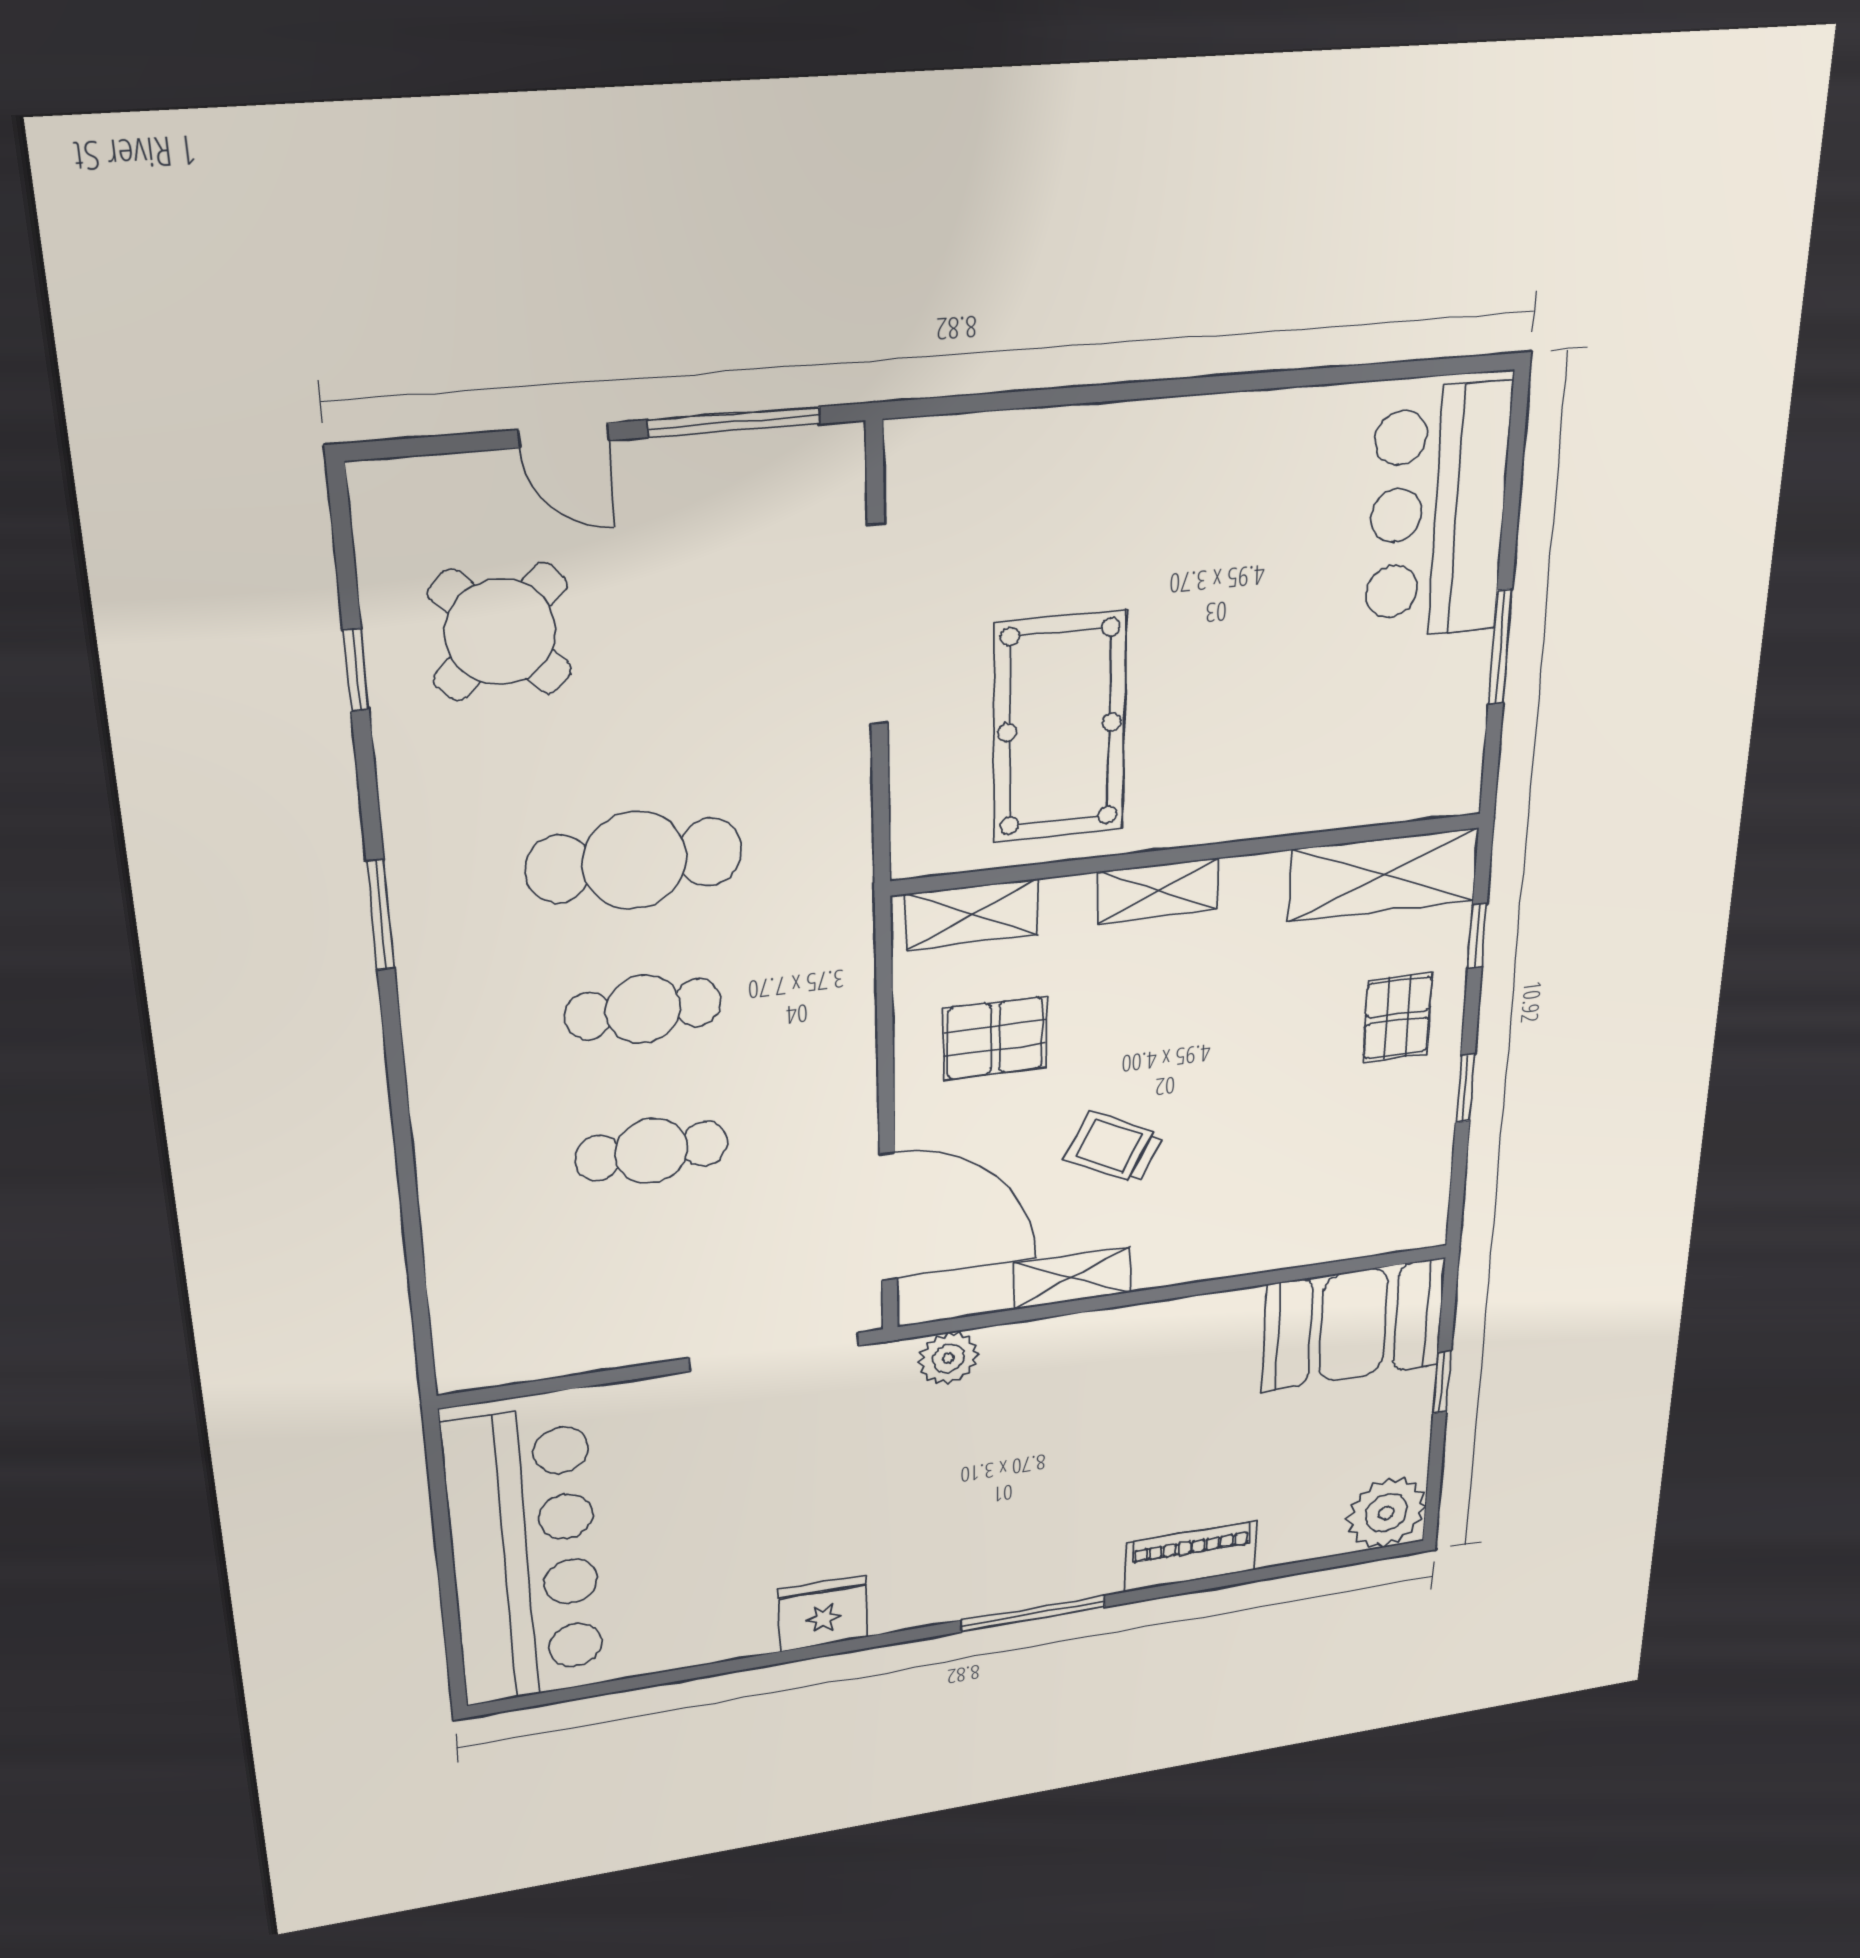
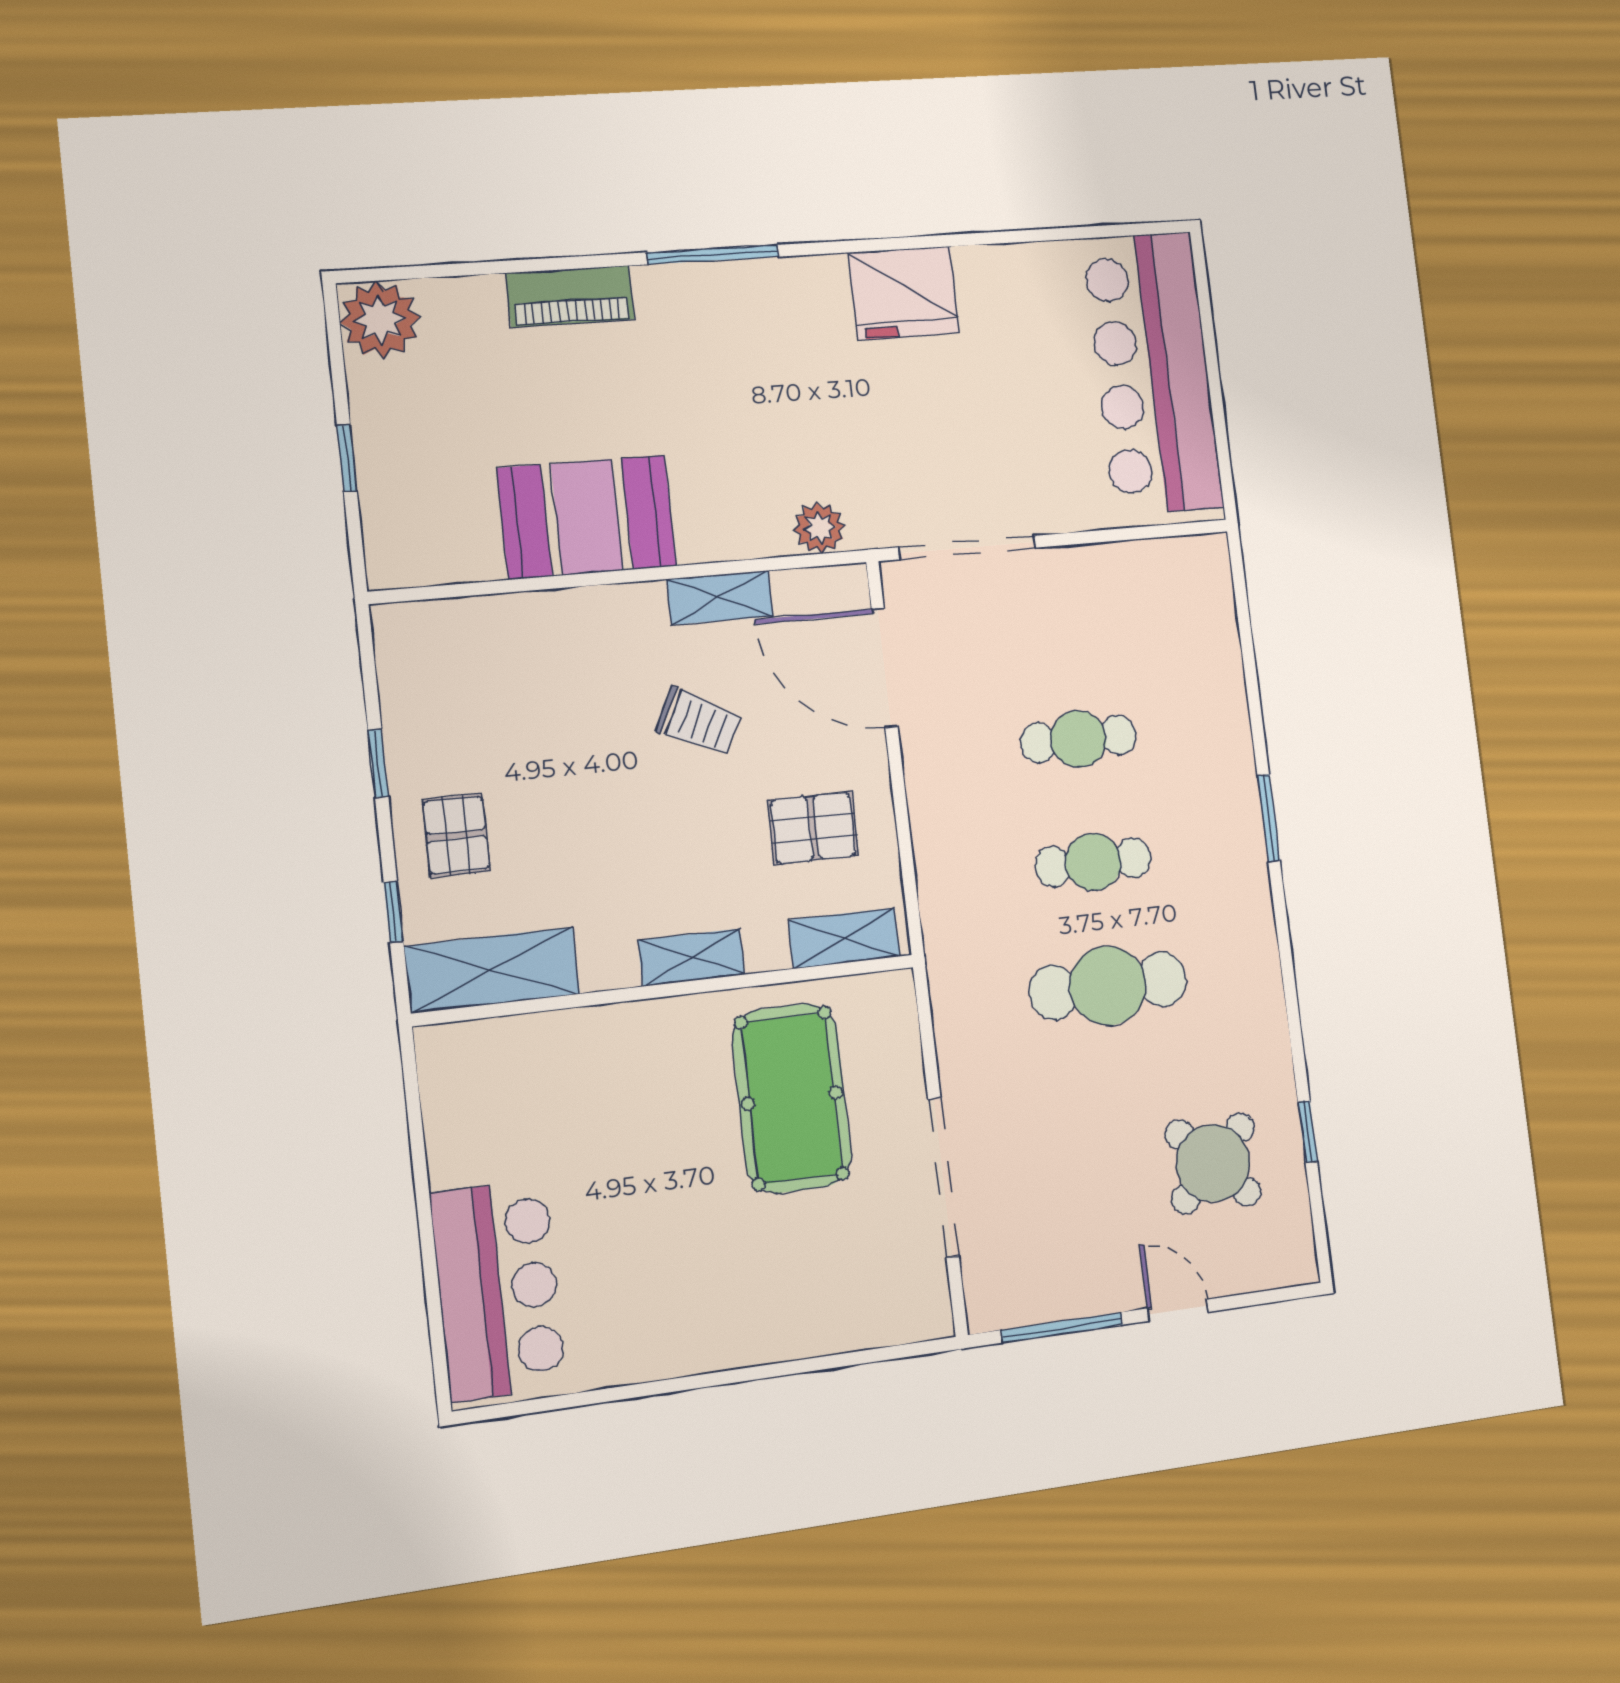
window: (1500, 647) -> (421, 1177), removed
window: (380, 915) -> (1269, 818), moved
booth: (1353, 1325) -> (587, 517), moved
fridge: (823, 1613) -> (904, 293), width x1.36, depth x1.34

